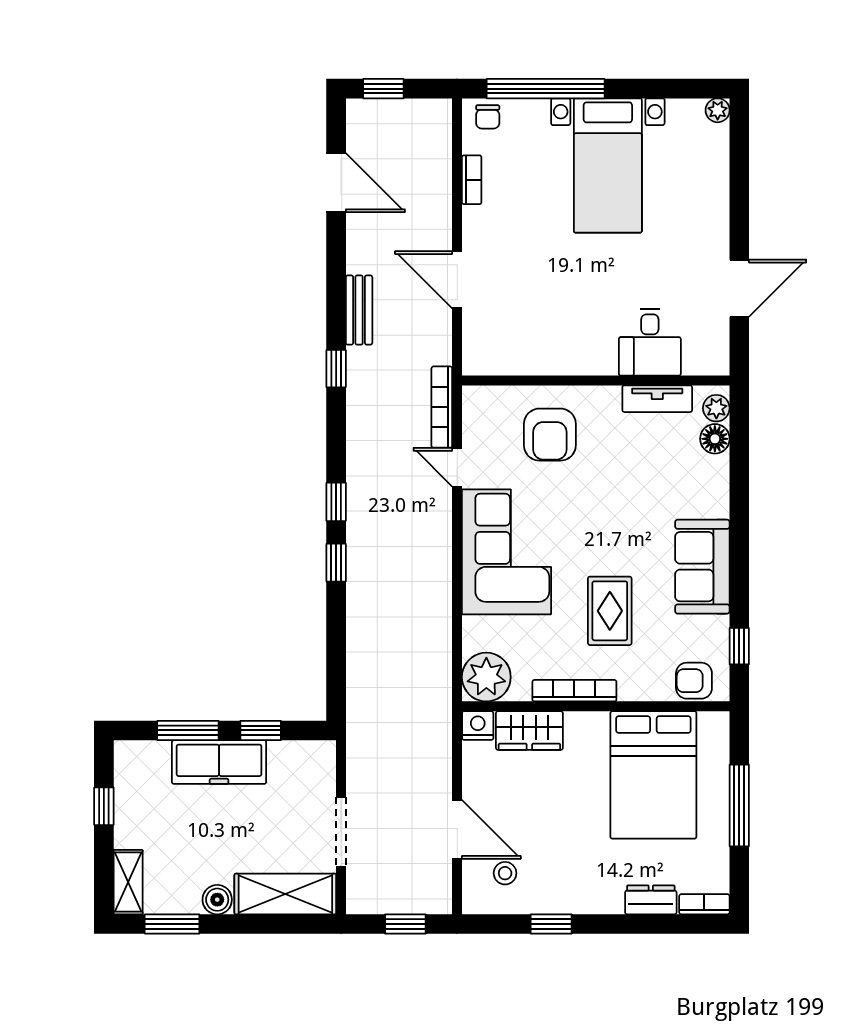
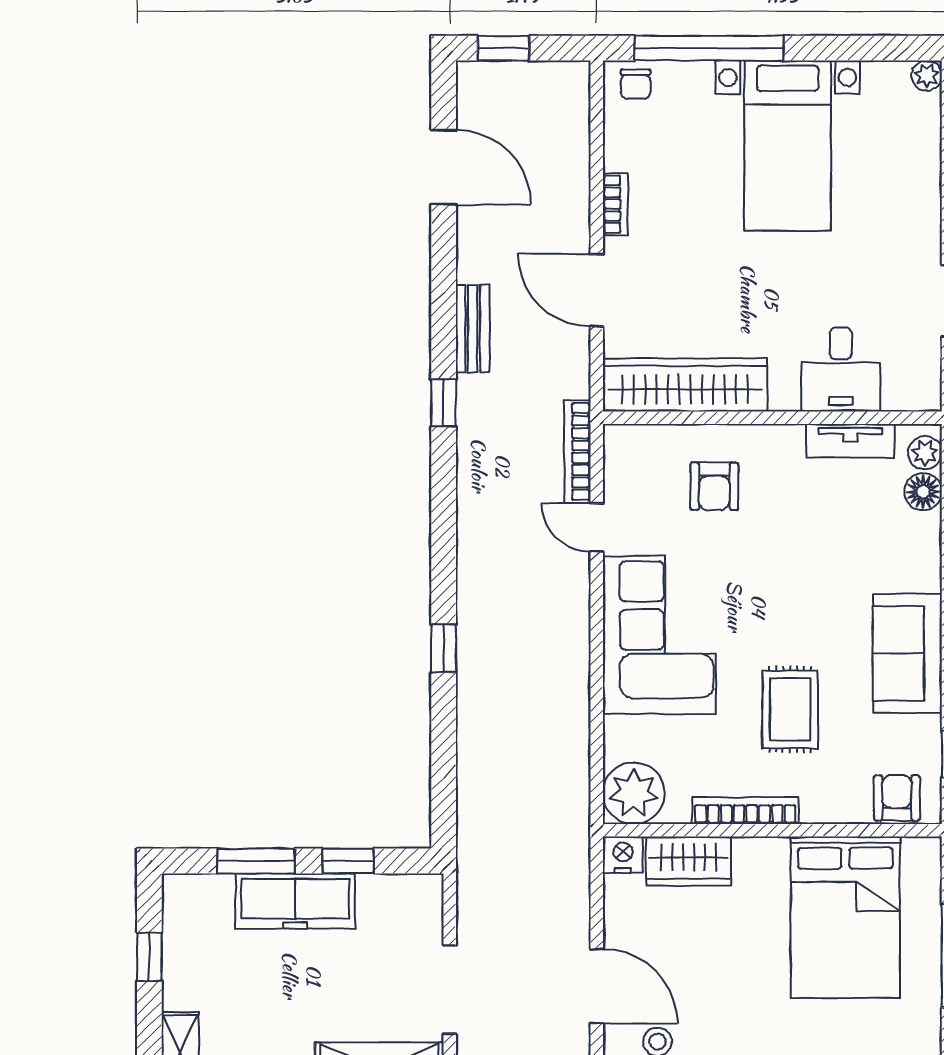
bookcase: (472, 180) -> (615, 204), moved
wardrobe: (527, 355) -> (685, 385), added
armchair: (550, 435) -> (714, 486), width x0.72, depth x0.72
window: (336, 502) -> (444, 571), removed
armchair: (694, 681) -> (897, 798), turned 90

